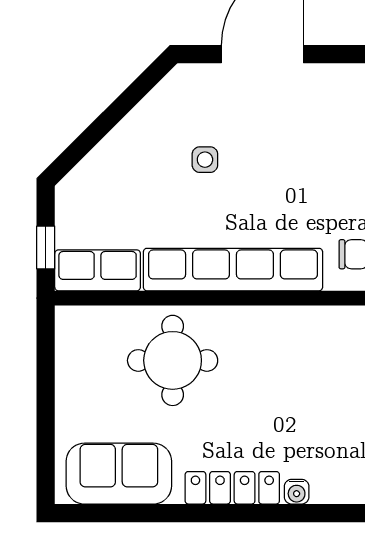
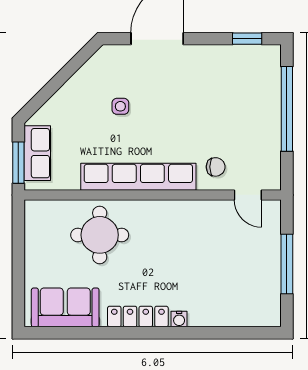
window: (46, 247) -> (18, 163), width x1.50
row of seats: (98, 270) -> (37, 153), moved, turned 90

